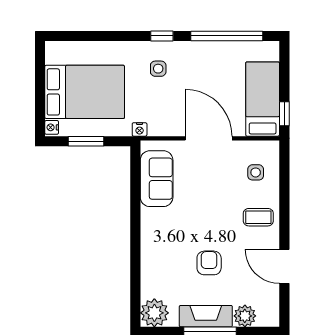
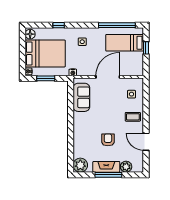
window: (162, 36) -> (59, 25), moved
floor lamp: (55, 54) -> (30, 34), added
bed: (263, 99) -> (125, 43), moved, turned -90
window: (284, 114) -> (146, 48), moved
door: (209, 138) -> (108, 77), hinge flipped

